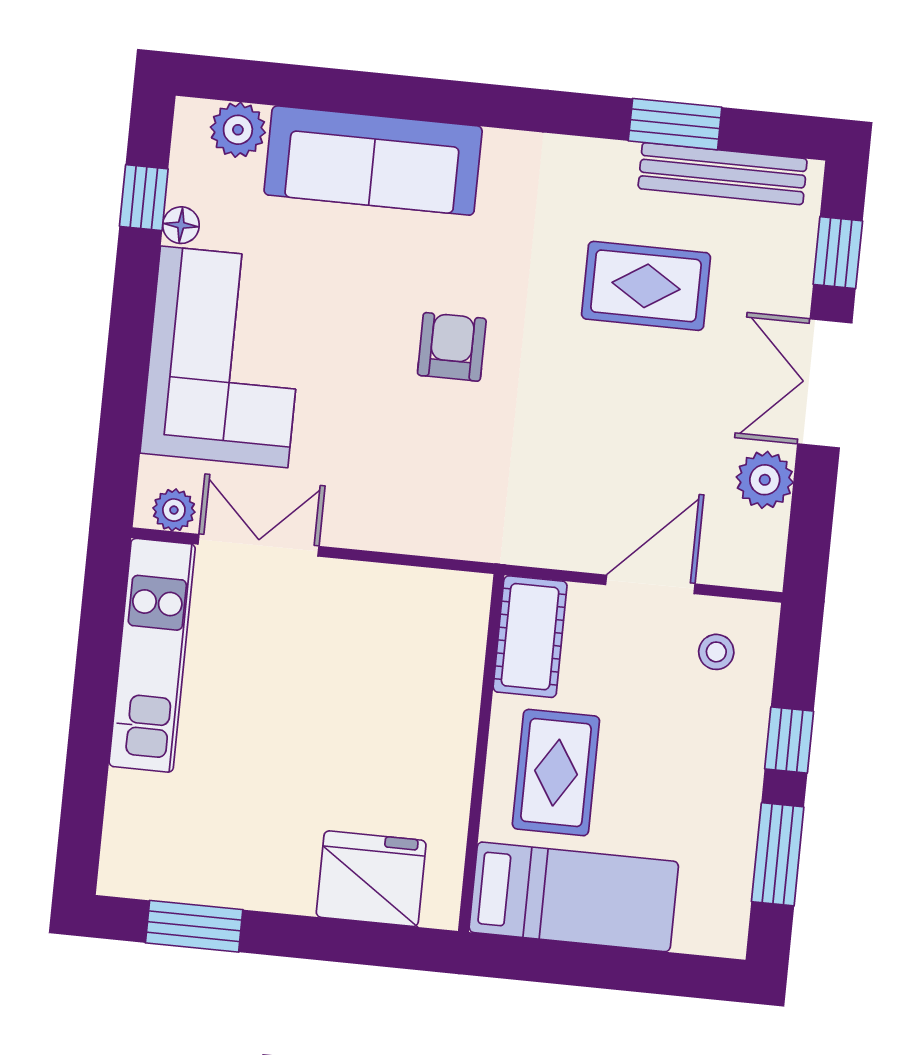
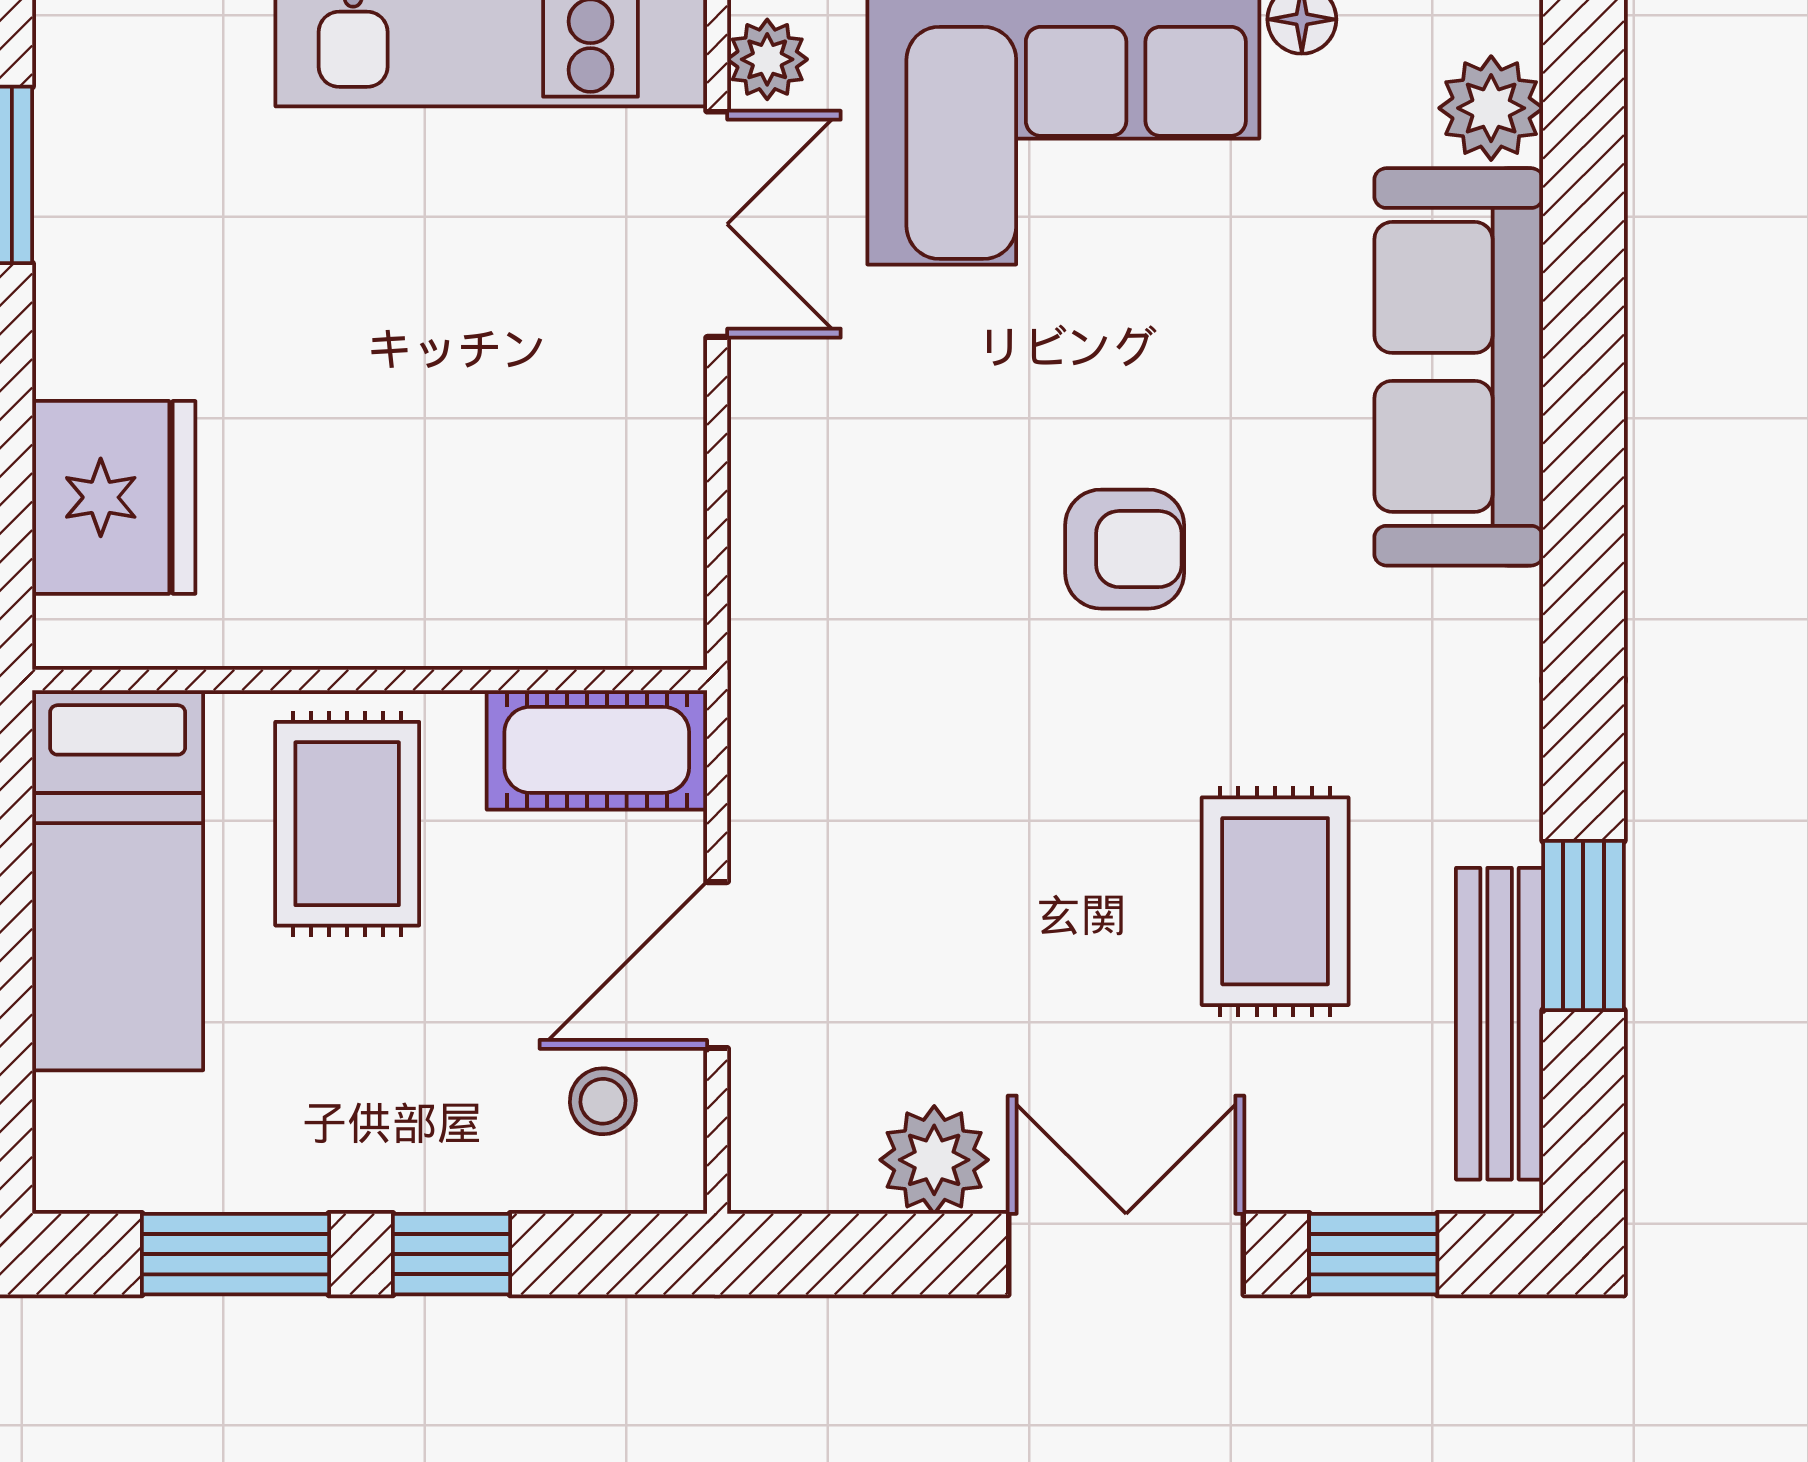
door: (650, 584) -> (717, 965), swing flipped
rug: (556, 773) -> (347, 824), turned 90

